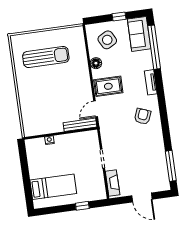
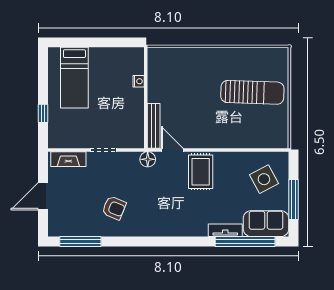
window: (119, 17) -> (293, 200), width x2.17
sun lounger: (46, 57) -> (252, 92), turned -88
floor lamp: (96, 63) -> (148, 159), moved
tv unit: (151, 82) -> (225, 230), moved
armchair: (143, 116) -> (114, 208), moved

